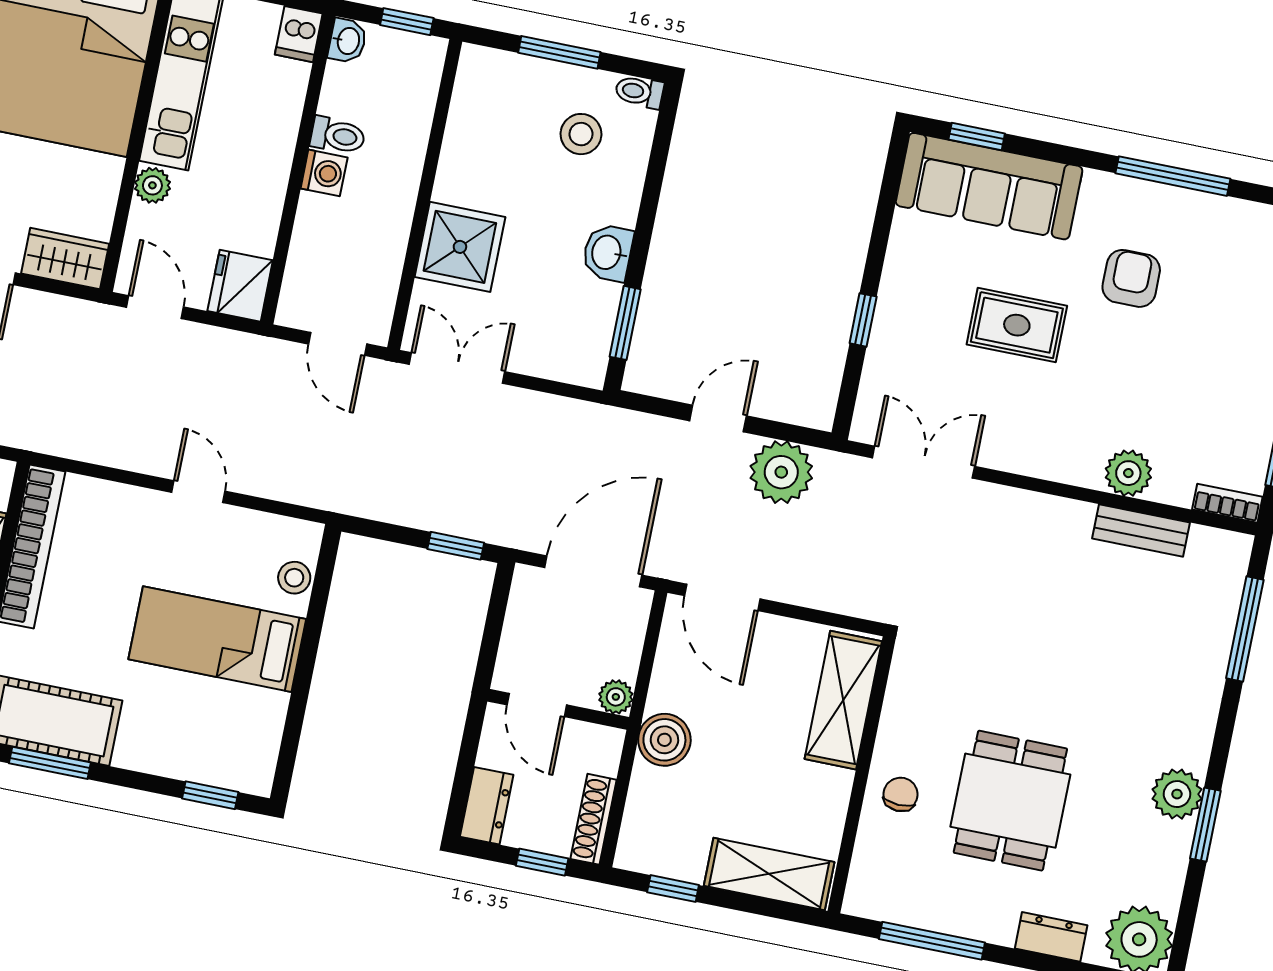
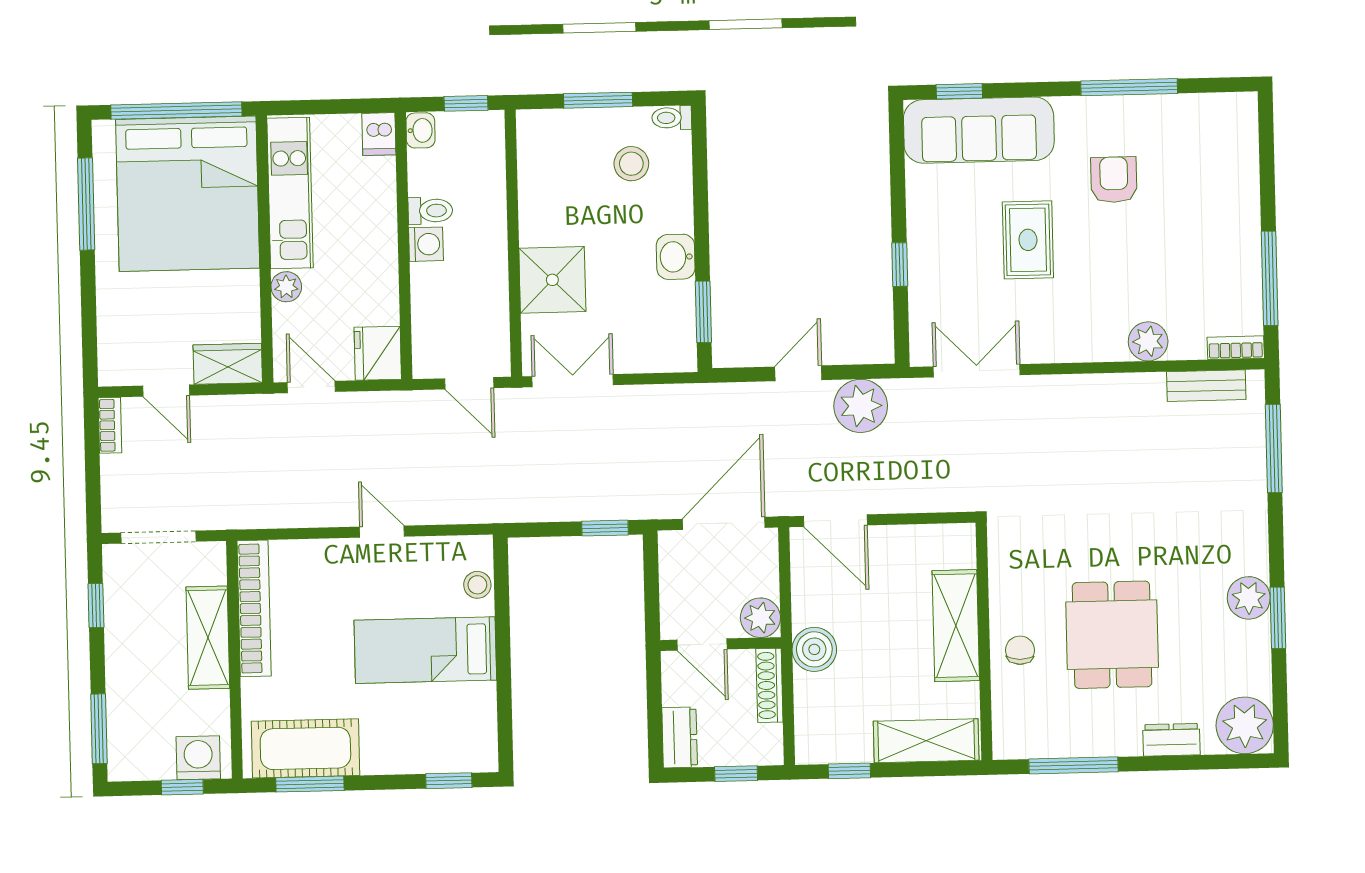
rug: (1017, 325) -> (1028, 240), turned 90
bench: (1141, 531) -> (1206, 386), moved
plant: (616, 697) -> (760, 618), width x1.38, depth x1.38
shelving: (843, 700) -> (956, 626), moved
shoe rack: (593, 819) -> (769, 685), moved

